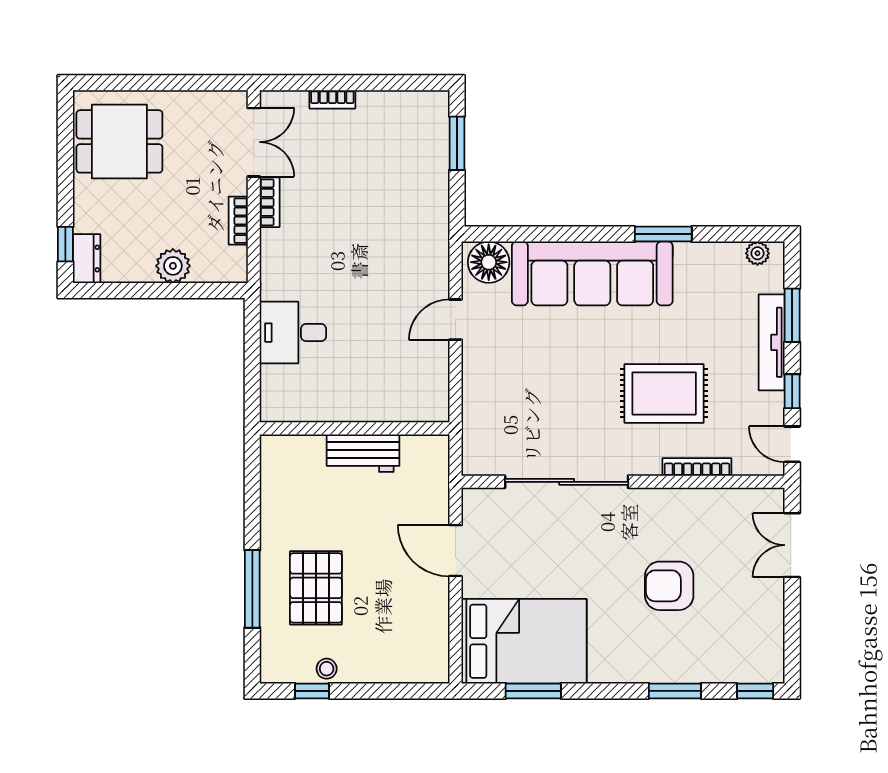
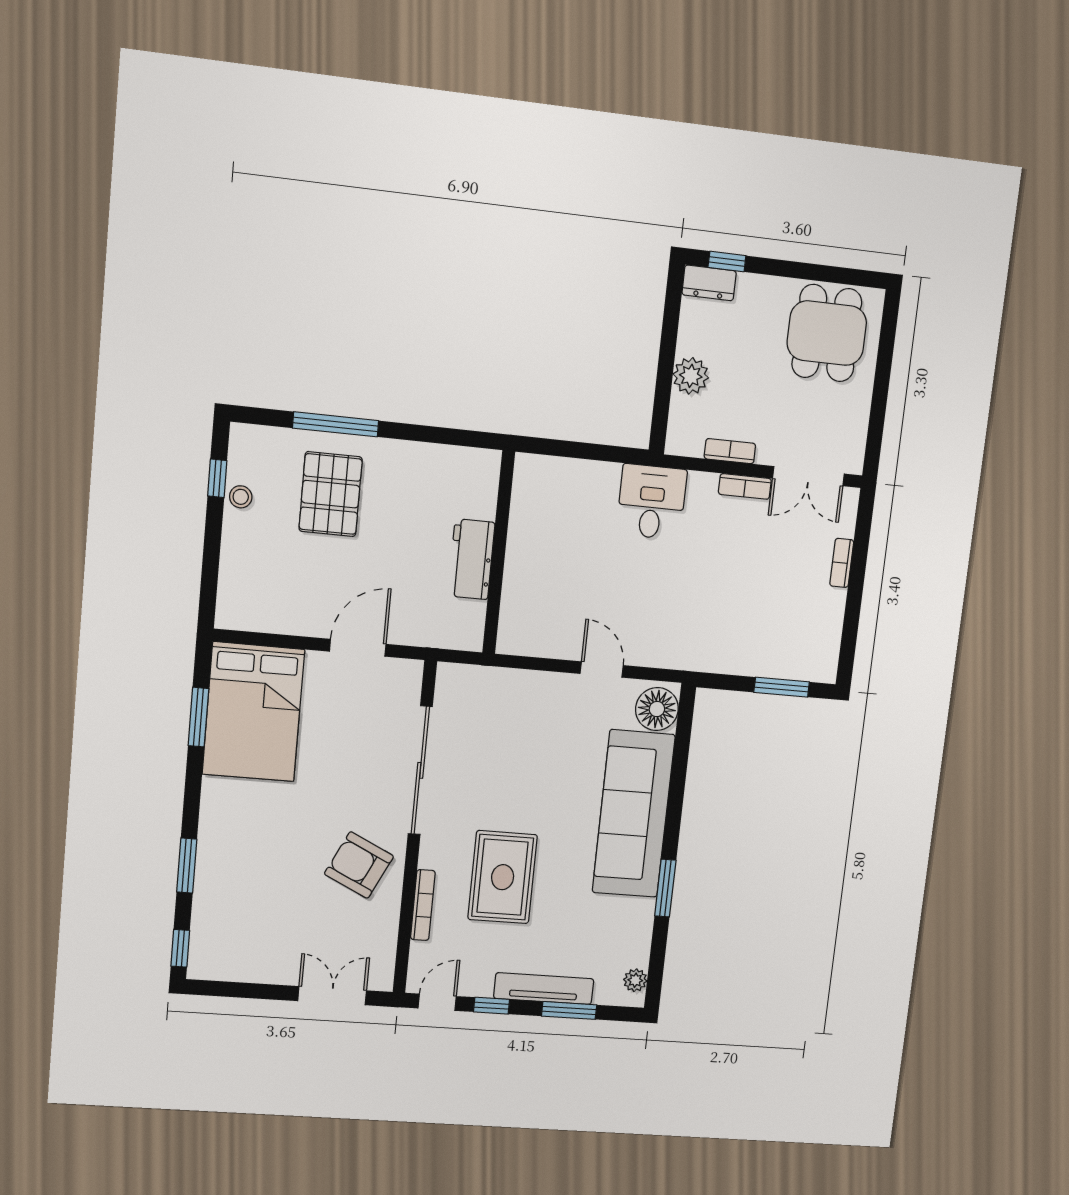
desk: (293, 333) -> (652, 502), moved
armchair: (669, 586) -> (359, 865), moved, turned -64
pallet: (316, 588) -> (331, 494), turned 90

